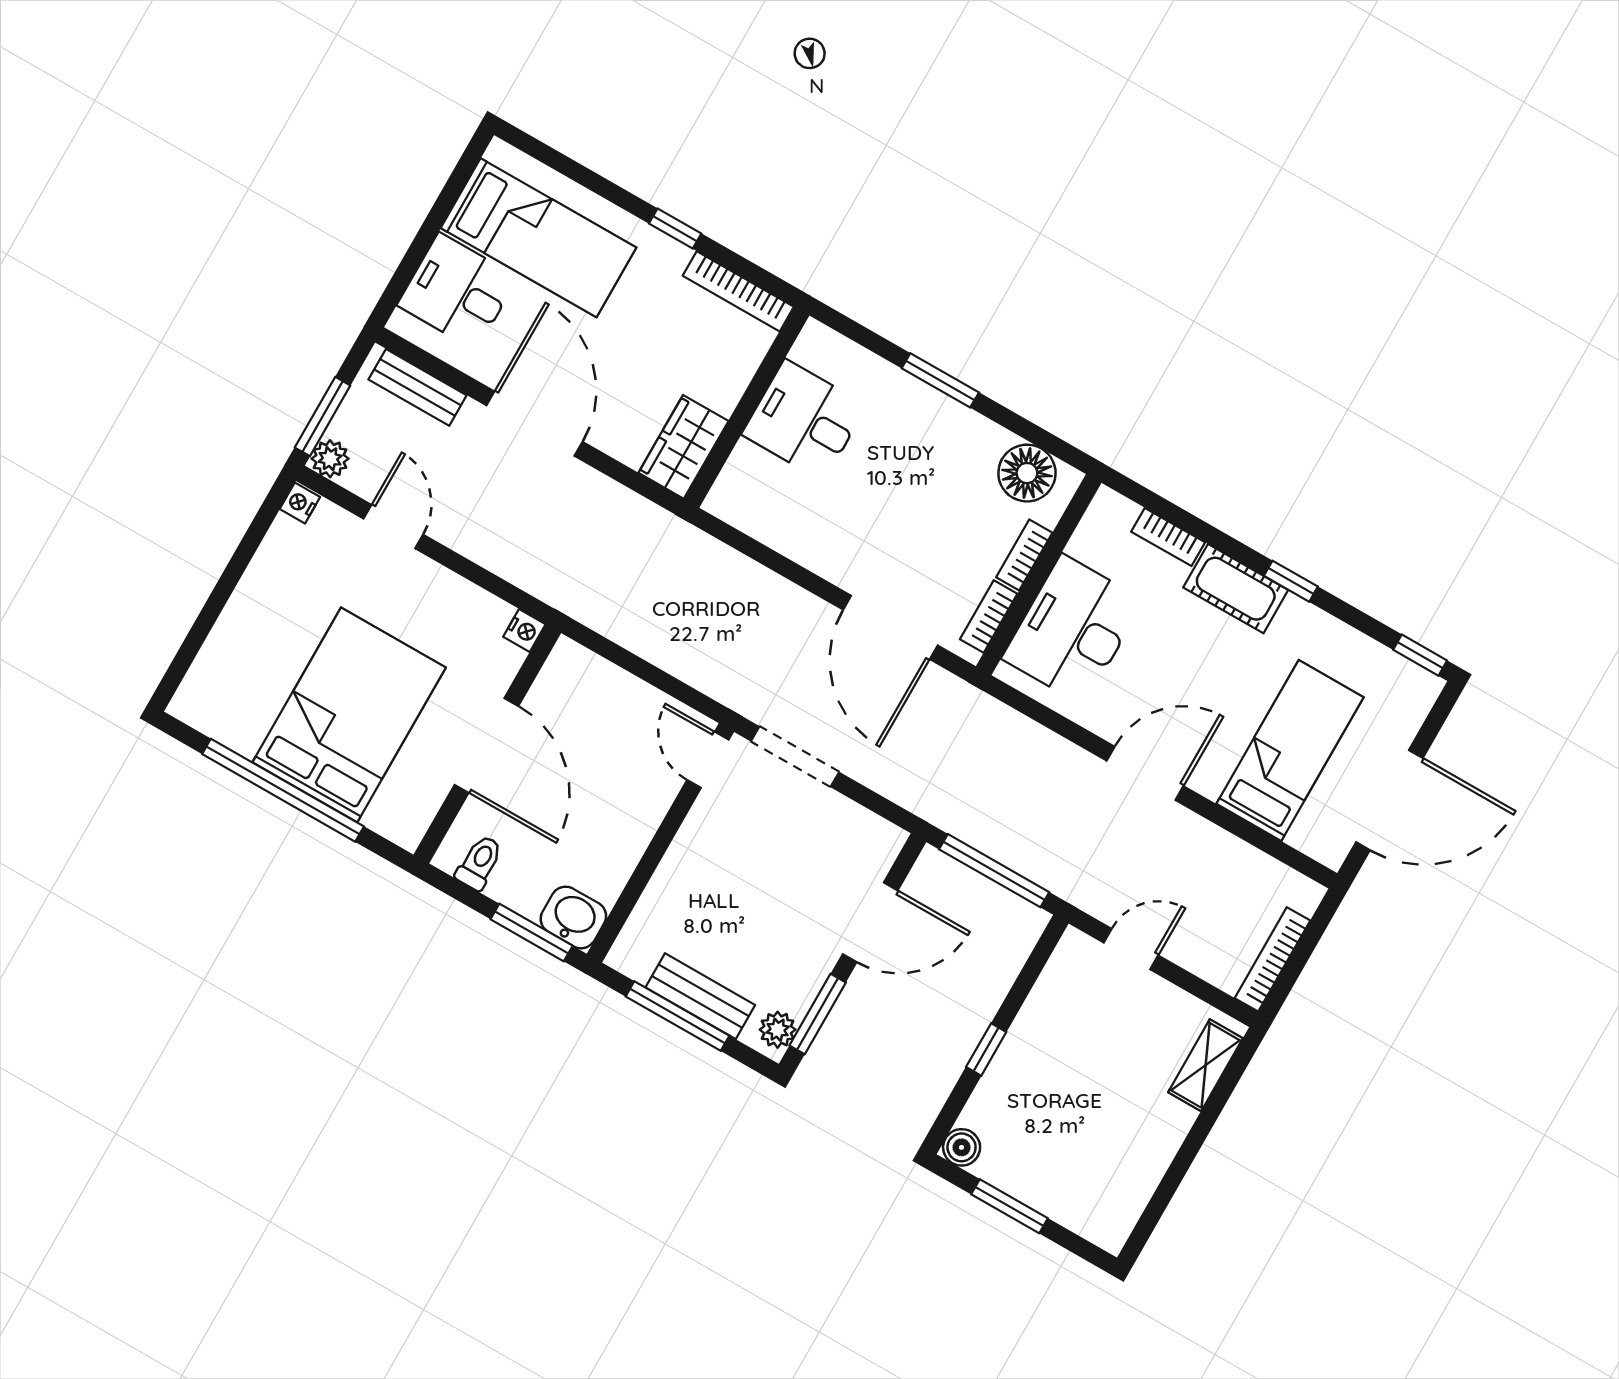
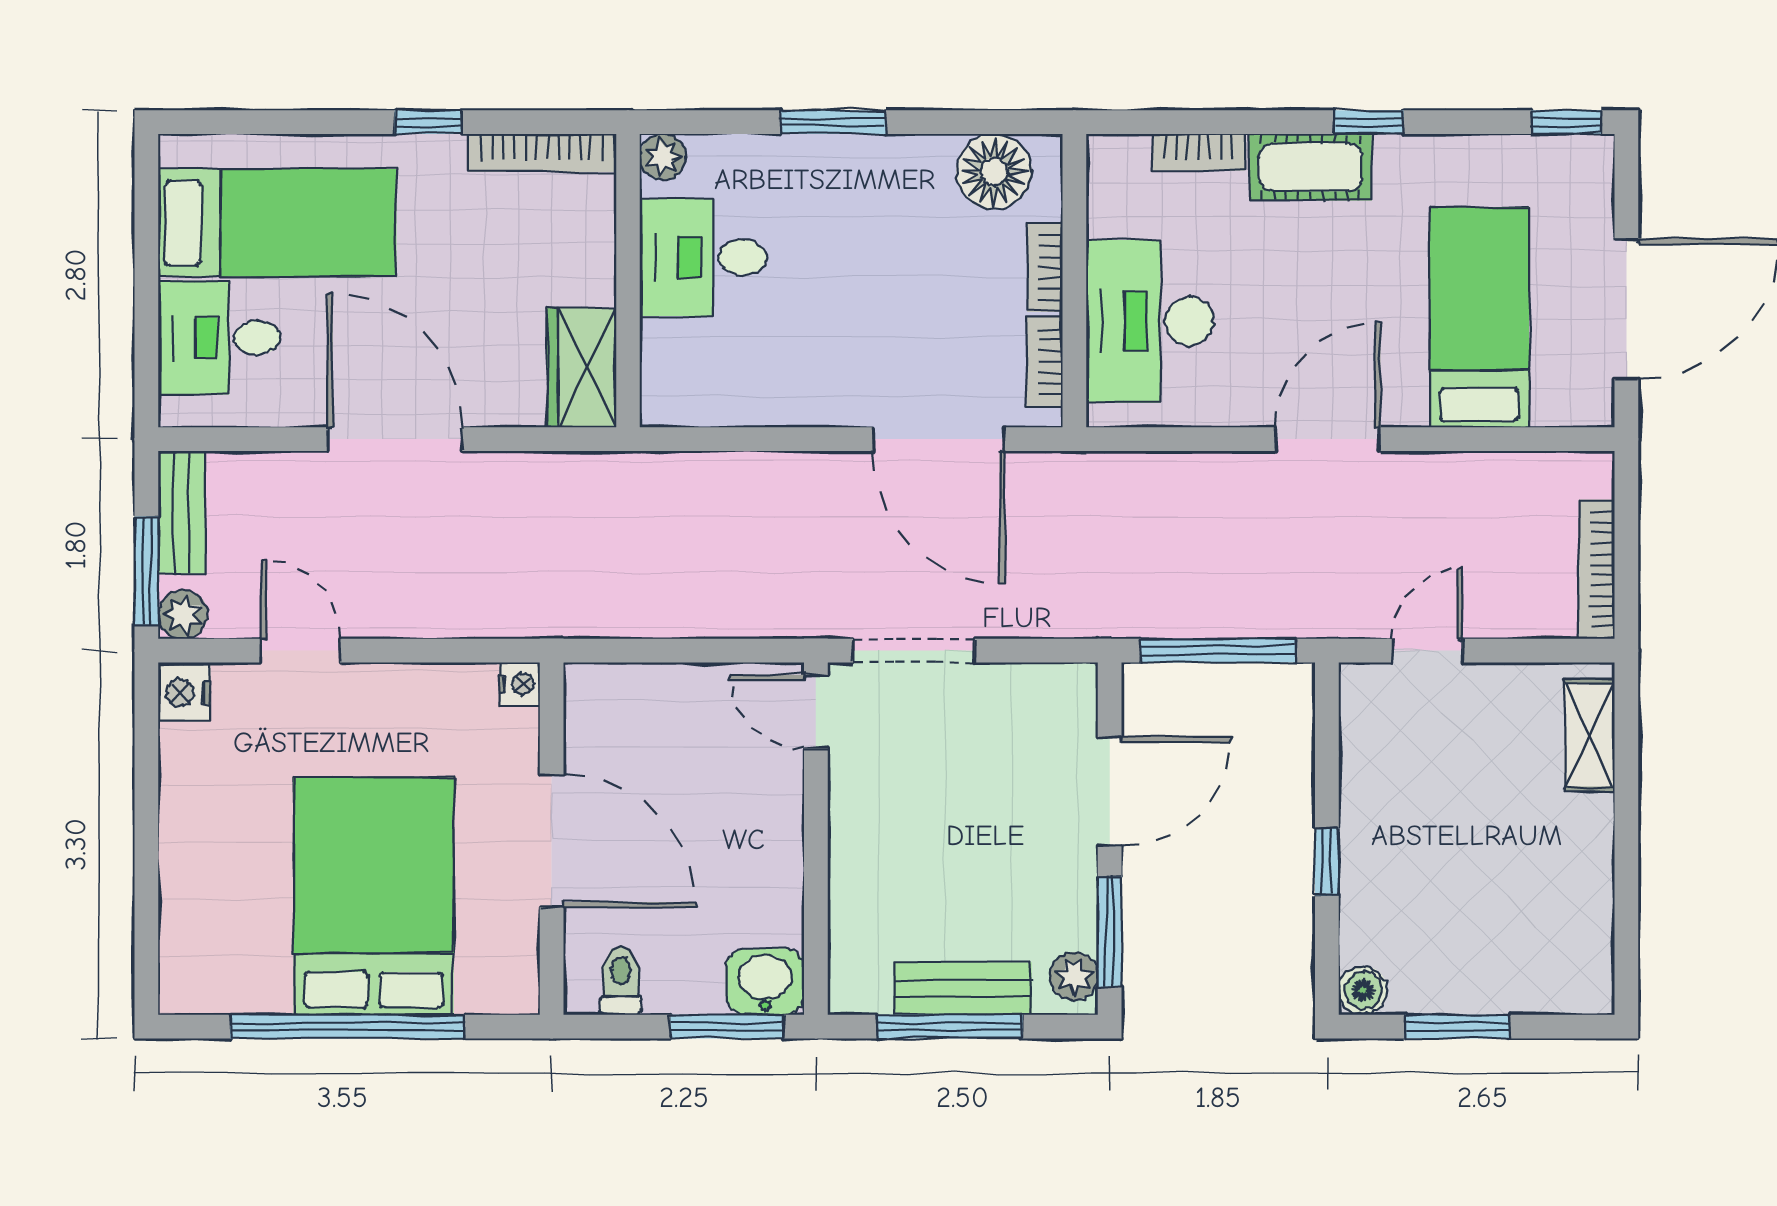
plant: (816, 339) -> (663, 157), added
bench: (418, 387) -> (182, 513), moved, turned 90
nightstand: (300, 503) -> (184, 693), width x1.39, depth x1.35

